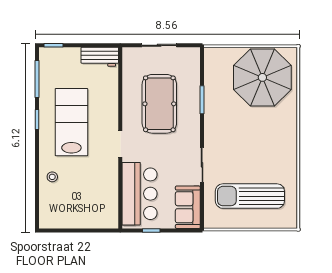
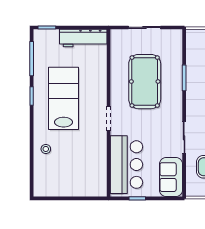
workbench: (100, 57) -> (83, 38), width x1.38

